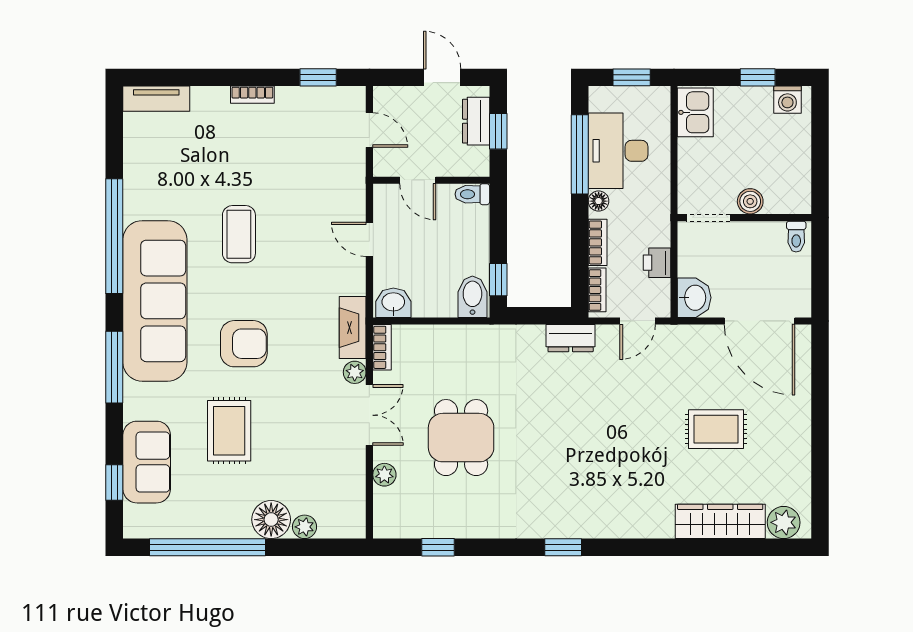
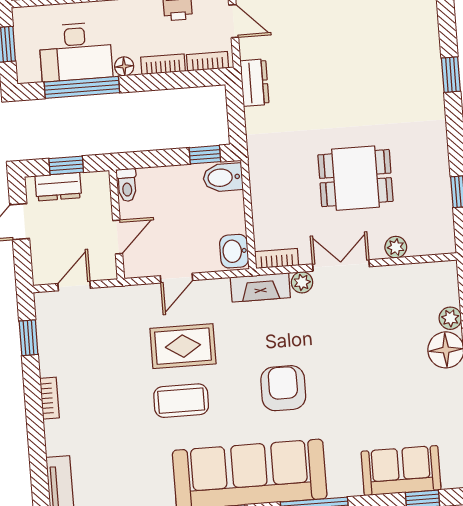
rug: (229, 431) -> (183, 346), moved

